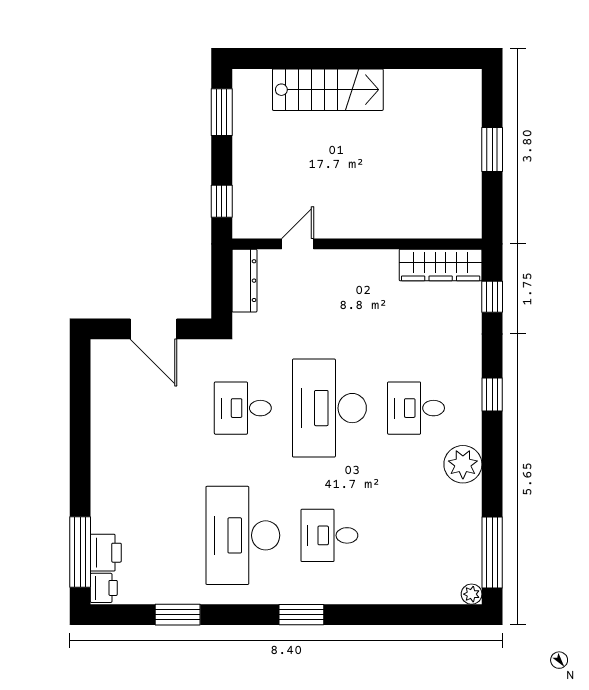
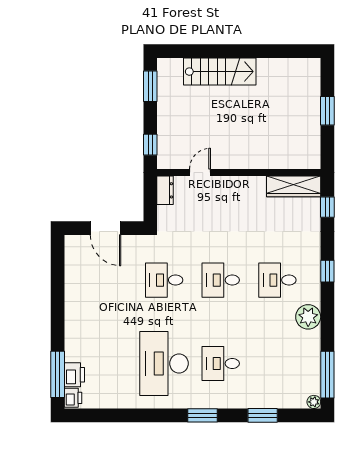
dresser: (244, 281) -> (165, 190), width x0.70
desk: (329, 408) -> (221, 280), width x0.53, depth x0.77
window: (178, 615) -> (263, 415), moved

